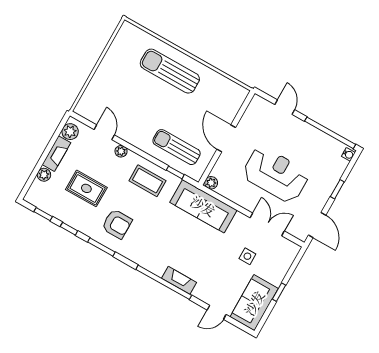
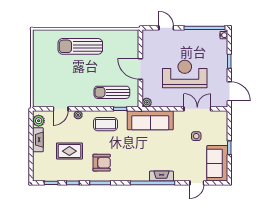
door: (104, 132) -> (61, 109), swing flipped
plant: (44, 175) -> (38, 158), removed

